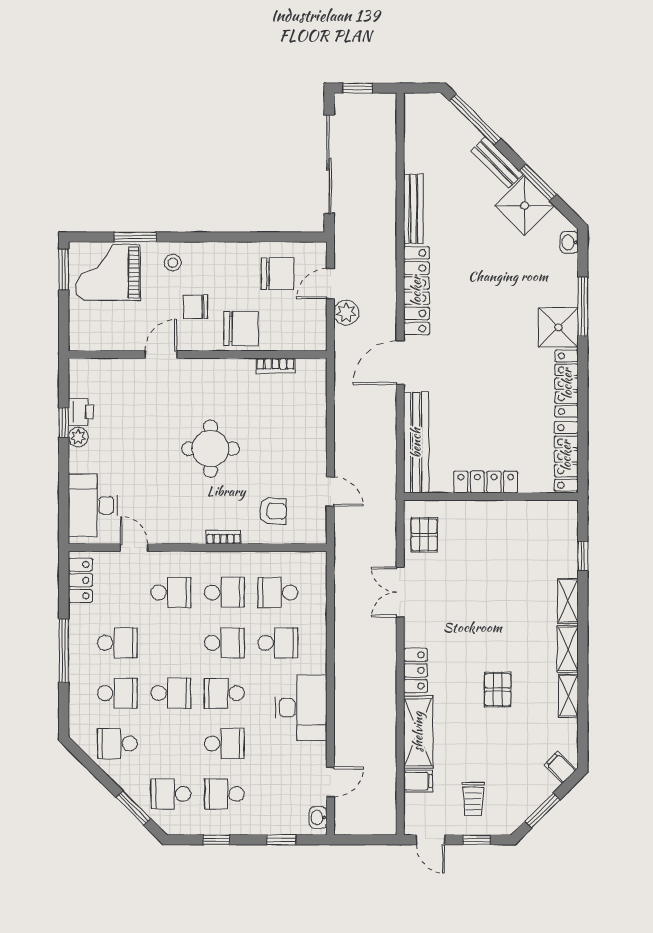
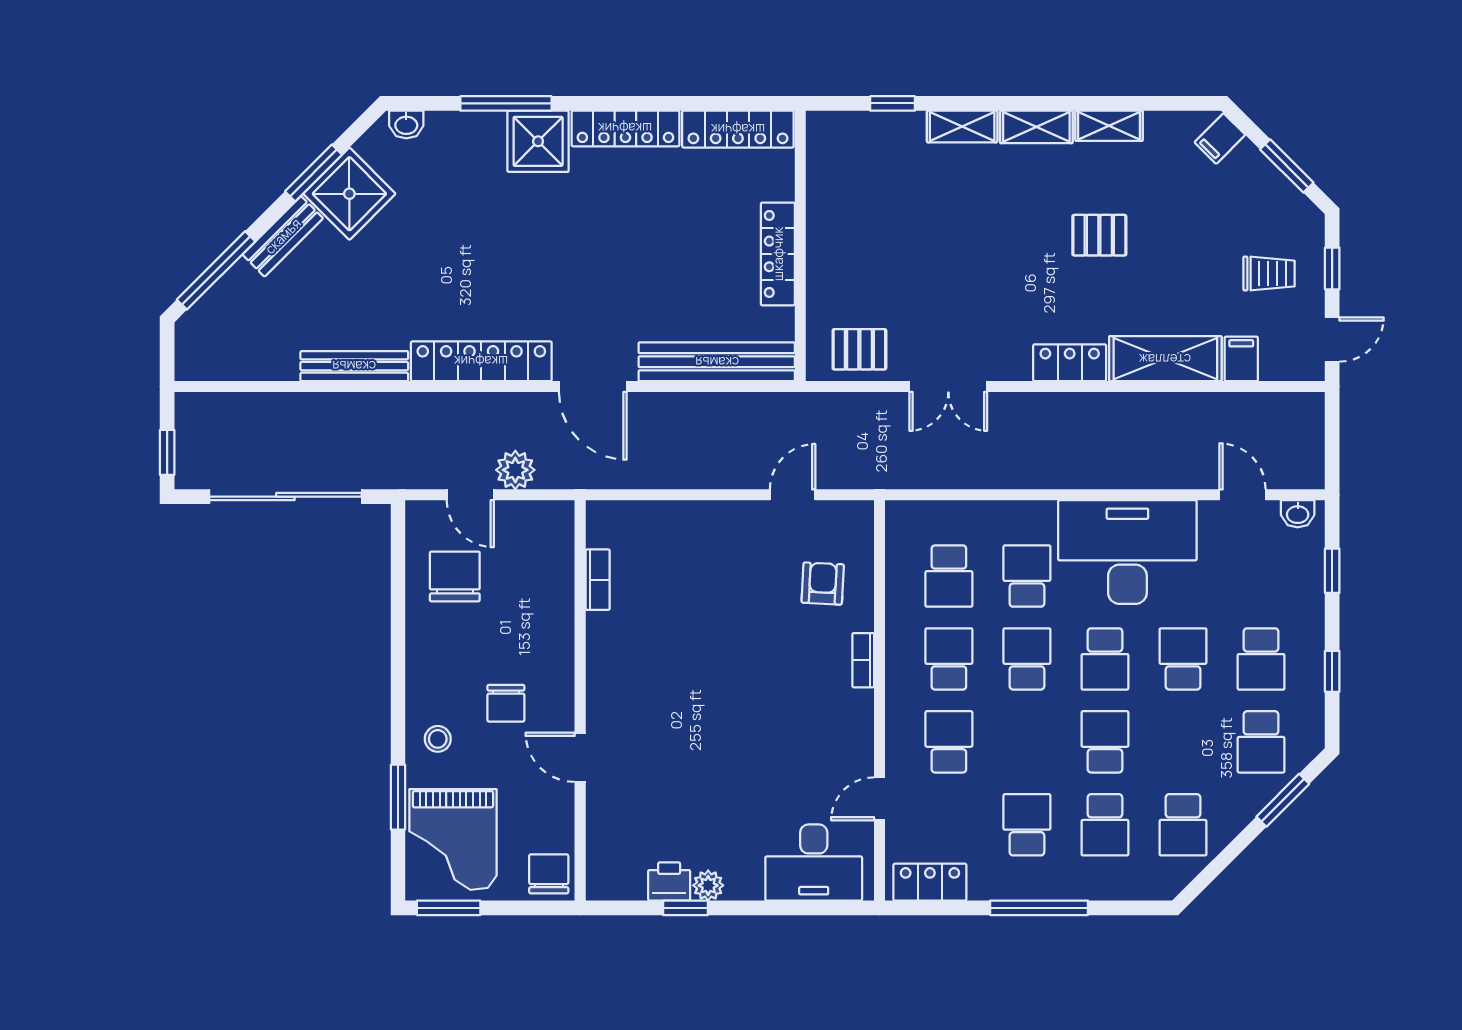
chair: (241, 329) -> (549, 874), moved, width x0.73, depth x0.73
round table: (211, 449) -> (726, 680), removed
school desk: (117, 693) -> (1105, 825), turned 180
desk: (301, 708) -> (1127, 552), width x1.36, depth x1.30

